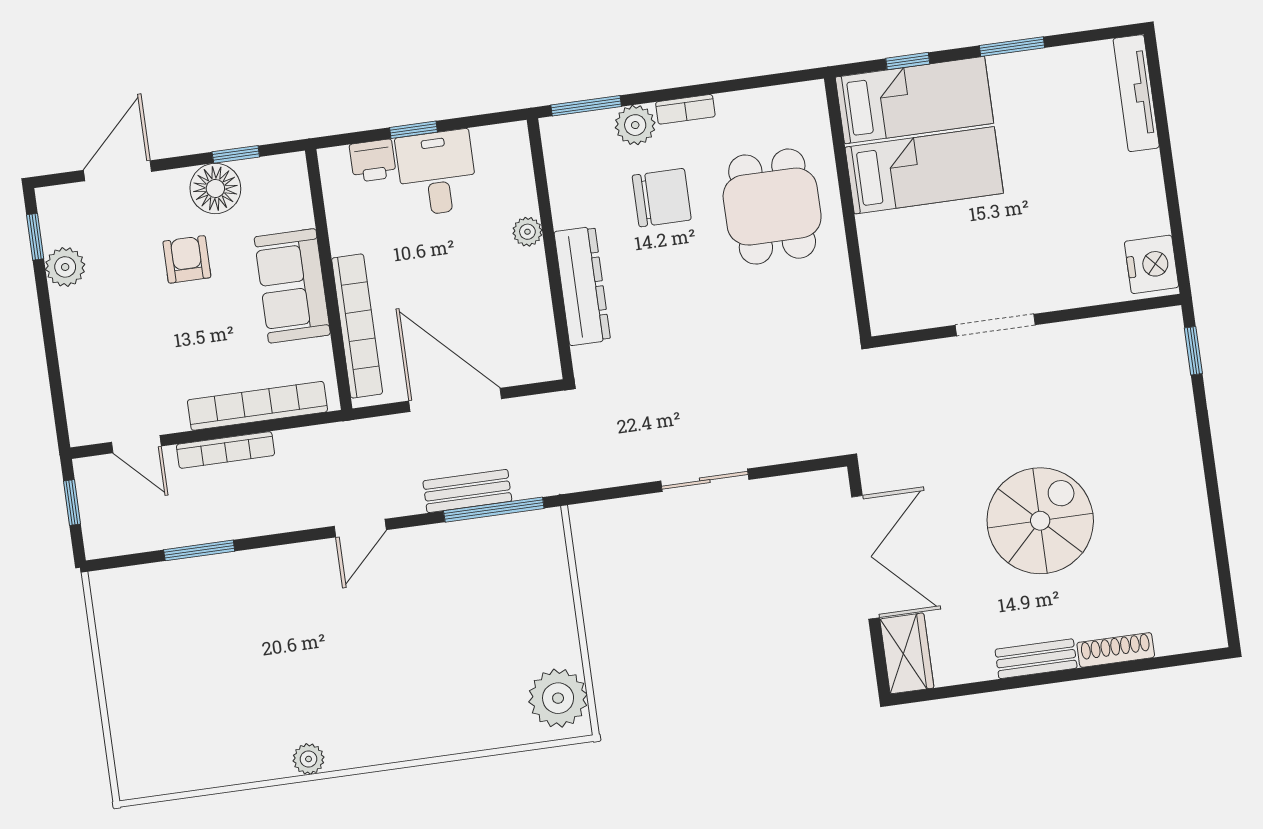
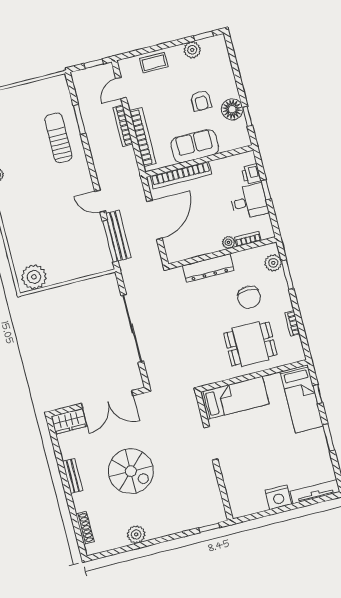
window: (586, 106) -> (287, 275), moved
bookcase: (685, 109) -> (292, 324), moved
plant: (635, 125) -> (273, 263), moved
bed: (924, 170) -> (235, 398), moved, turned -90
door: (118, 171) -> (235, 67), removed
bookcase: (524, 185) -> (248, 239), added
armchair: (187, 259) -> (201, 101), turned 90
nightstand: (1152, 264) -> (278, 497), moved
coffee table: (85, 361) -> (154, 63), added
sliding door: (705, 480) -> (132, 328), width x1.86
bench: (467, 491) -> (118, 236), width x1.36
plant: (1190, 524) -> (136, 534), added
door: (360, 528) -> (100, 201), moved
sun lounger: (237, 605) -> (58, 138), added
shoe rack: (1116, 650) -> (85, 528), moved

